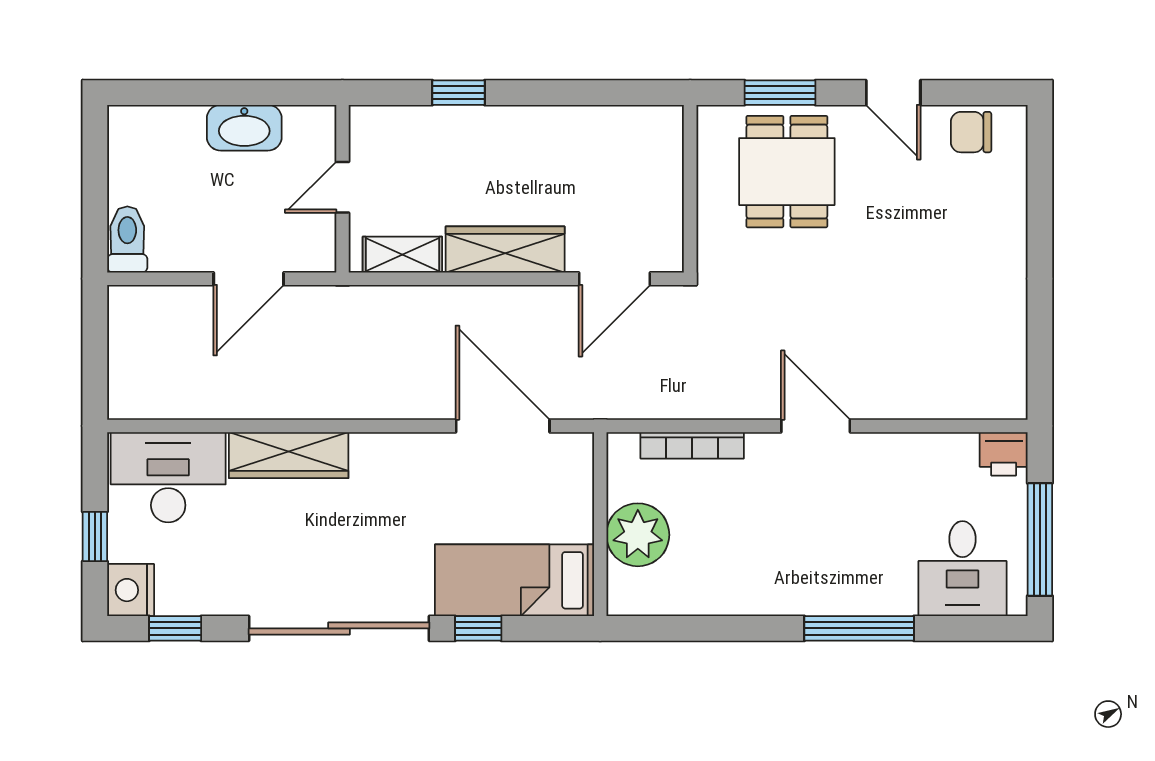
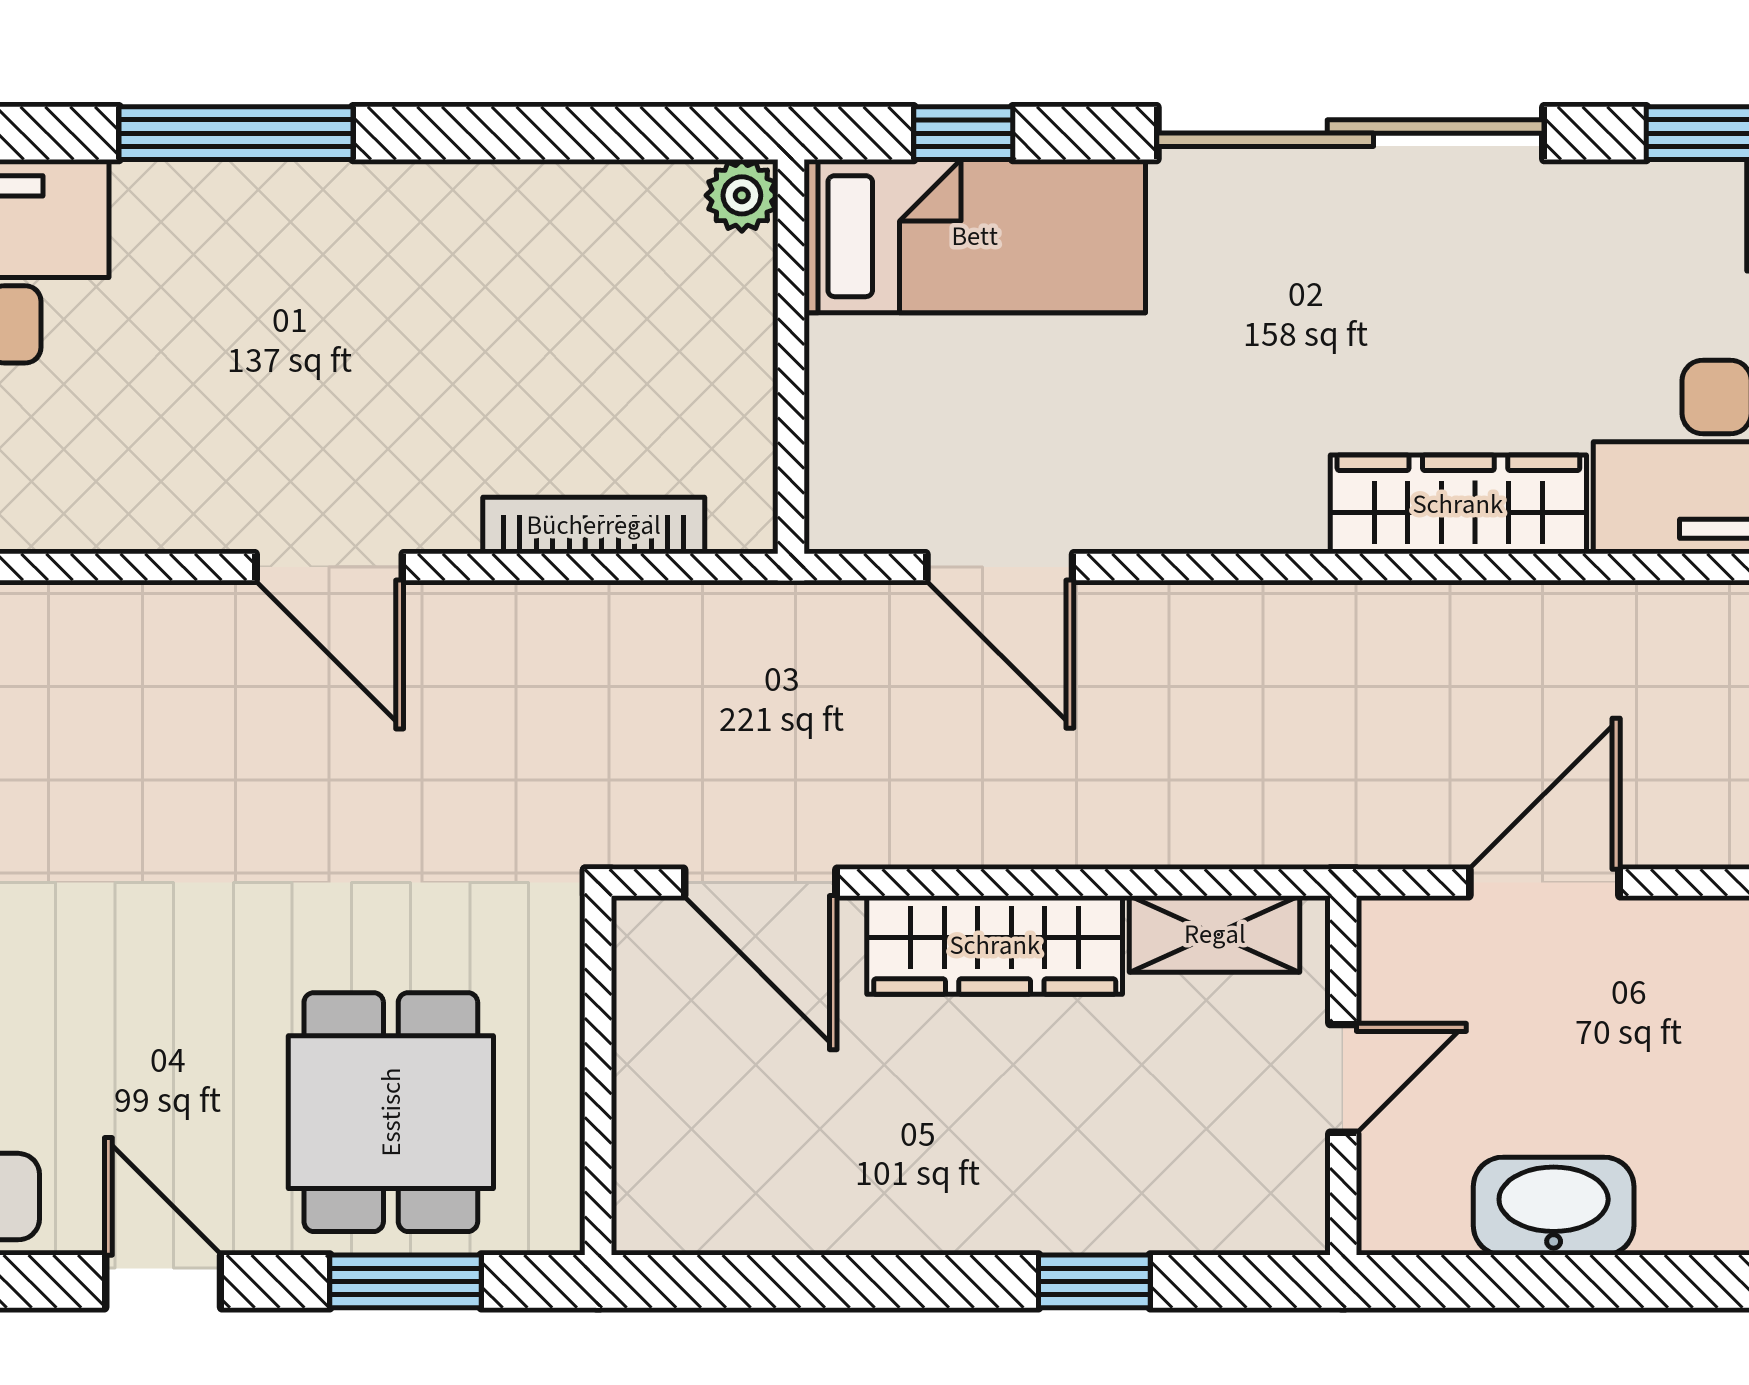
door: (614, 279) -> (760, 883), swing flipped
door: (503, 426) -> (1000, 567), width x0.73
plant: (638, 535) -> (742, 195), moved, width x0.53, depth x0.53
window: (478, 628) -> (963, 133), moved

